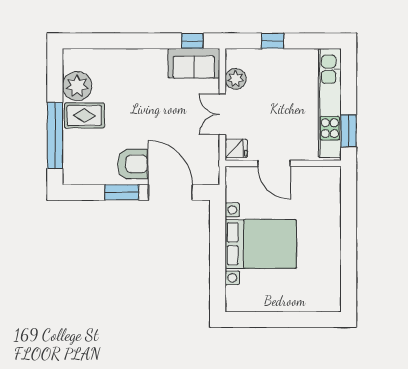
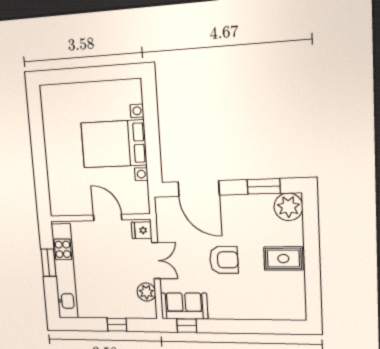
plant: (77, 86) -> (288, 207), moved
window: (349, 131) -> (48, 263), moved
window: (55, 136) -> (311, 239), removed
armchair: (132, 164) -> (224, 260), moved, turned 180
window: (122, 192) -> (264, 186), moved

